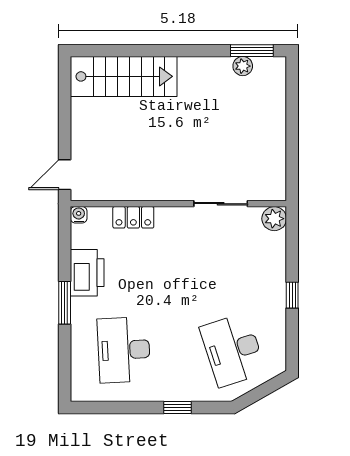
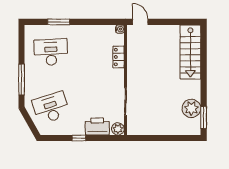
plant: (243, 66) -> (191, 108), width x1.88, depth x1.88
printer: (87, 273) -> (97, 126), moved, turned 180
window: (65, 303) -> (59, 22), moved
window: (178, 407) -> (22, 80), width x2.17

